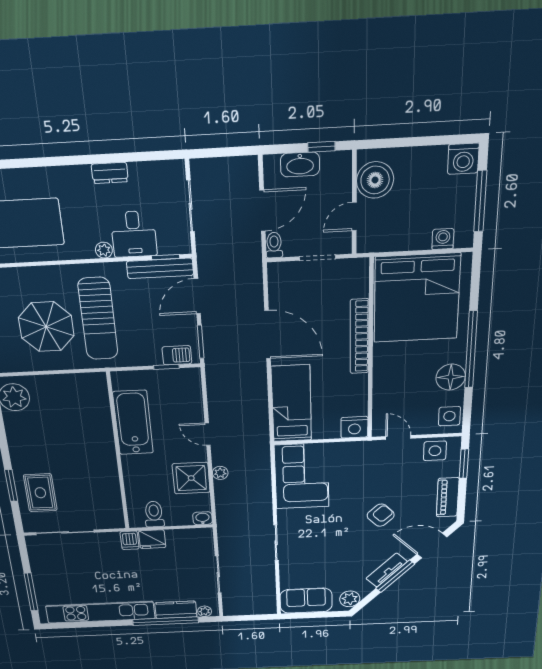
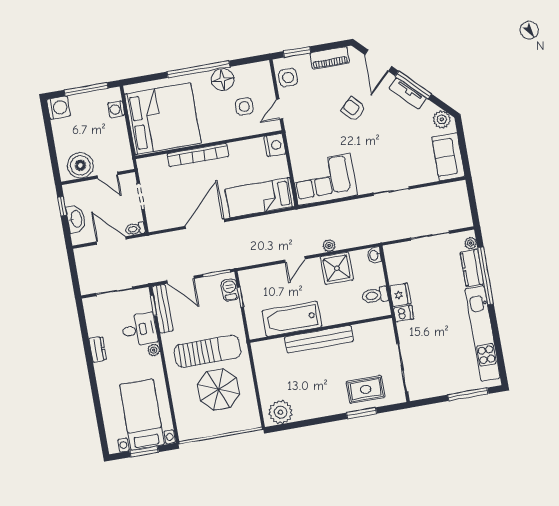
side table: (449, 416) -> (244, 107), moved
bench: (105, 450) -> (319, 339), added

